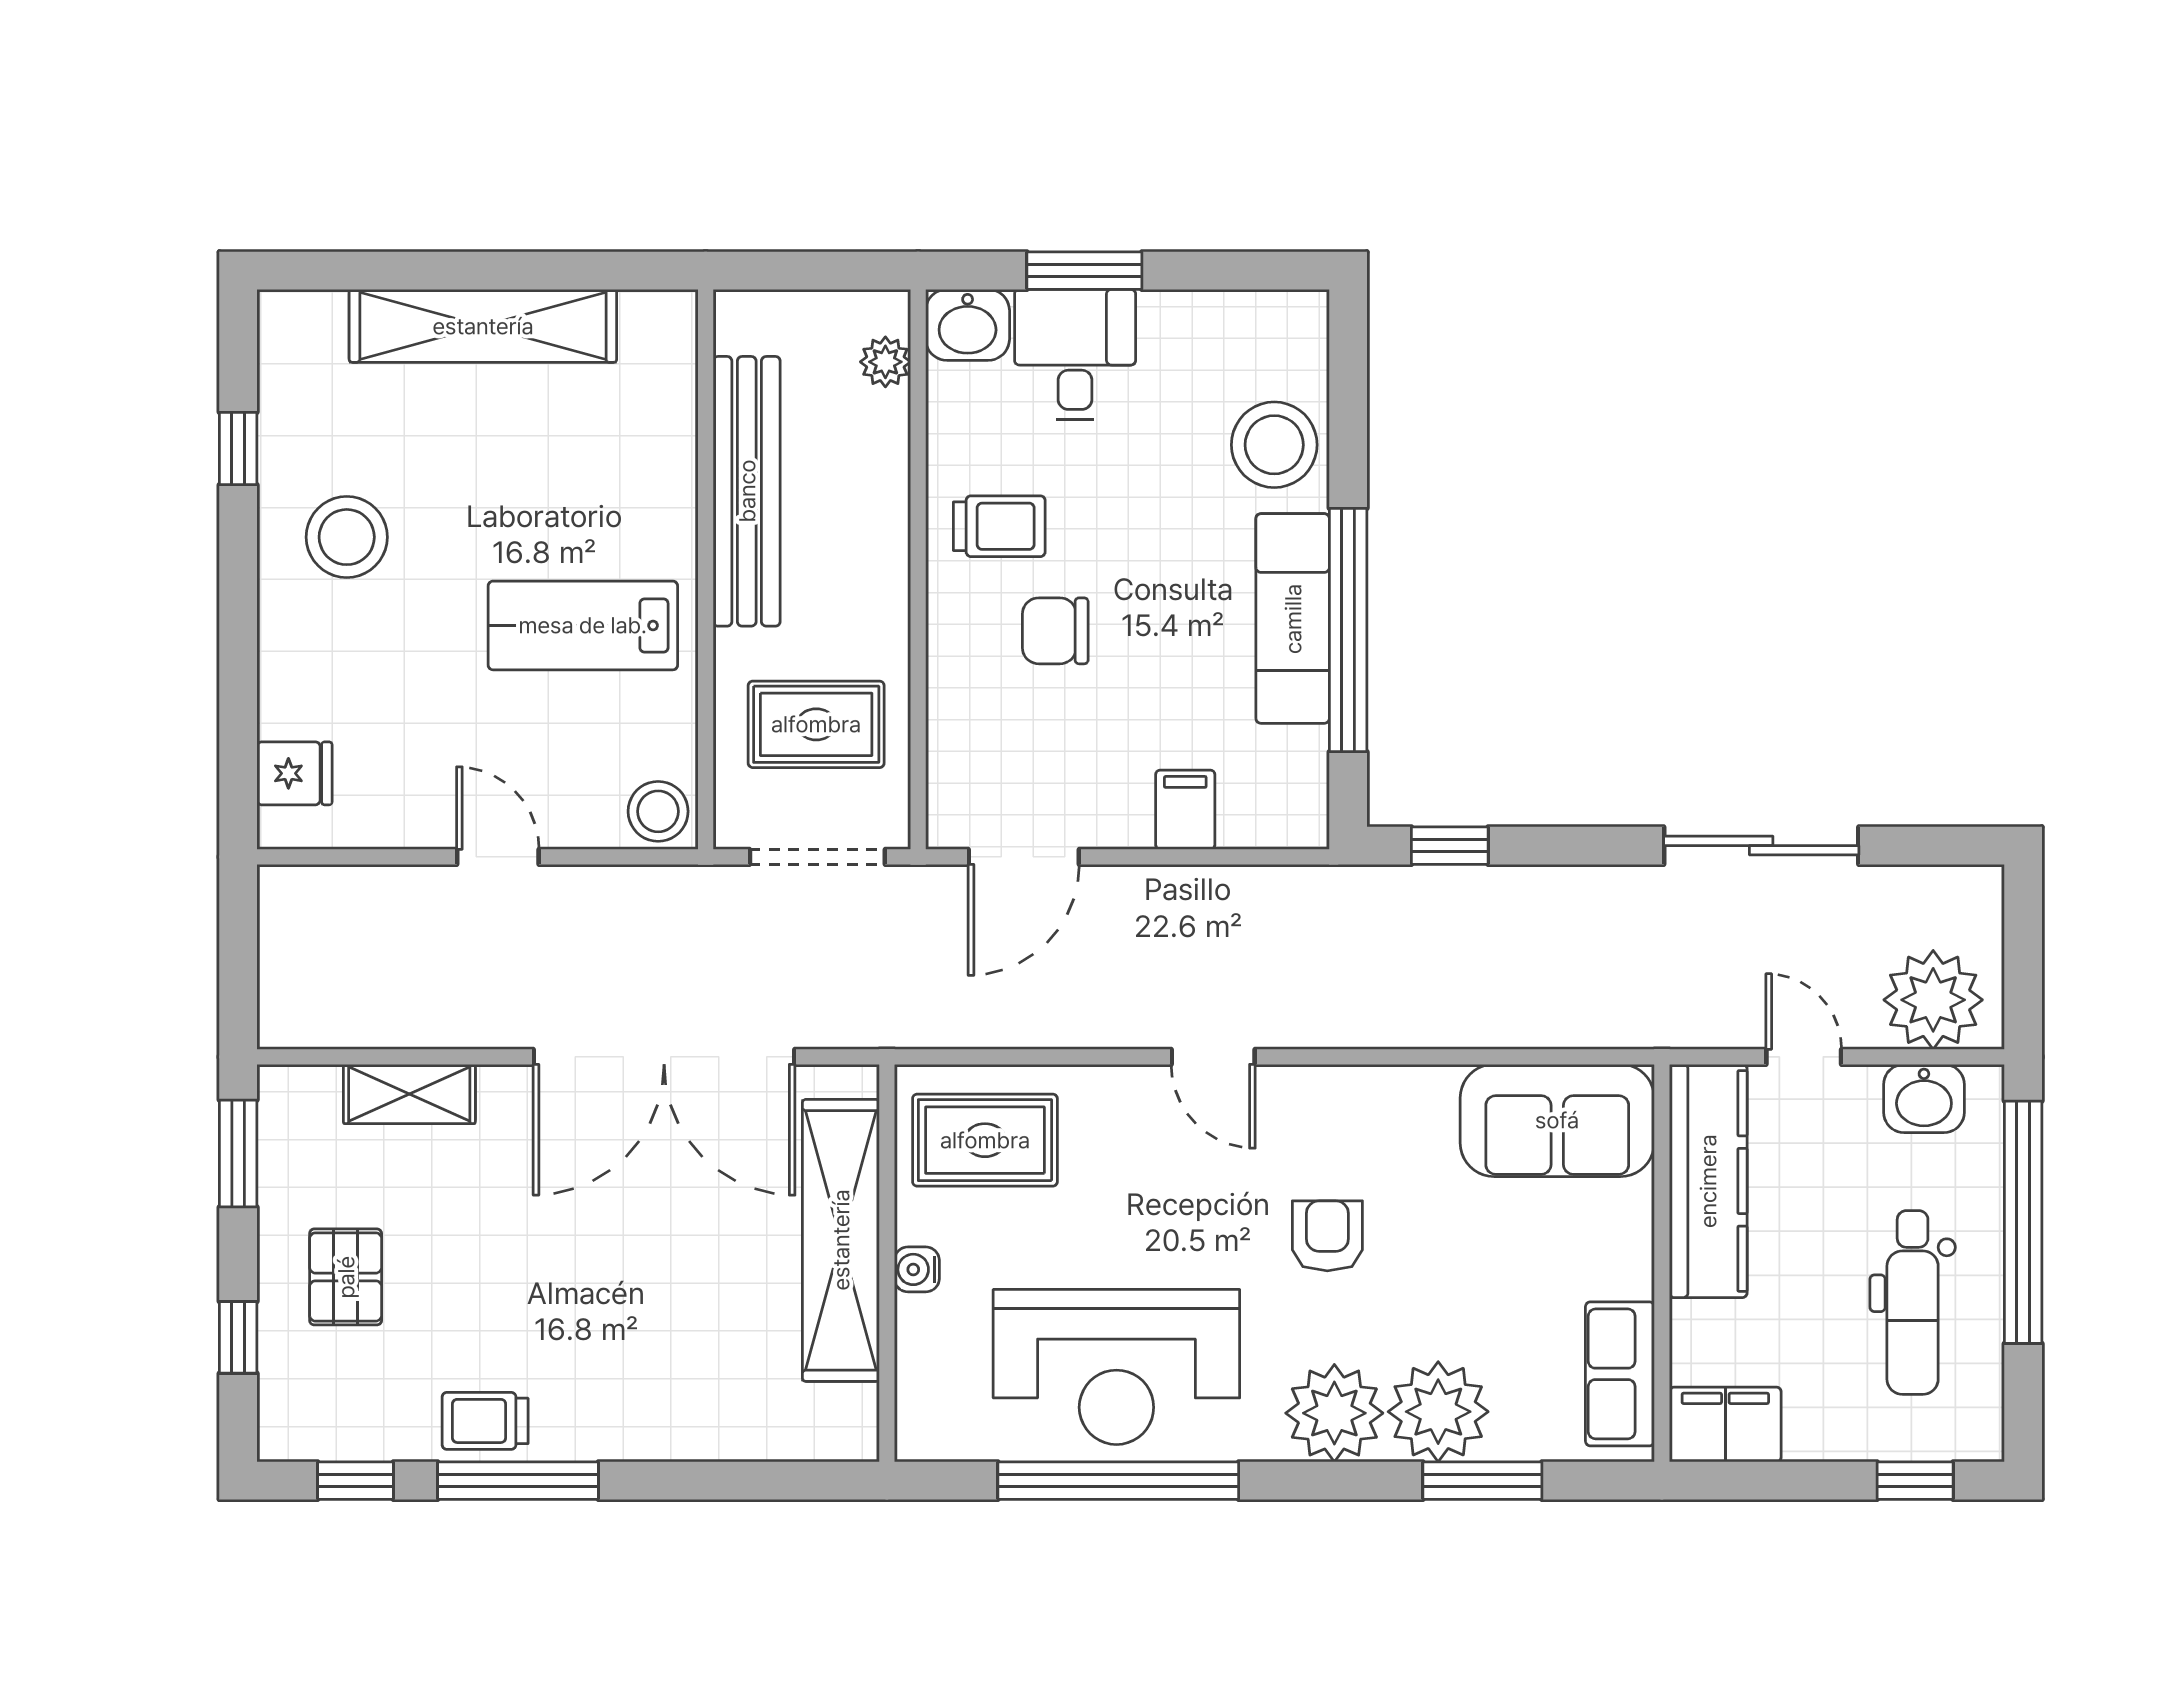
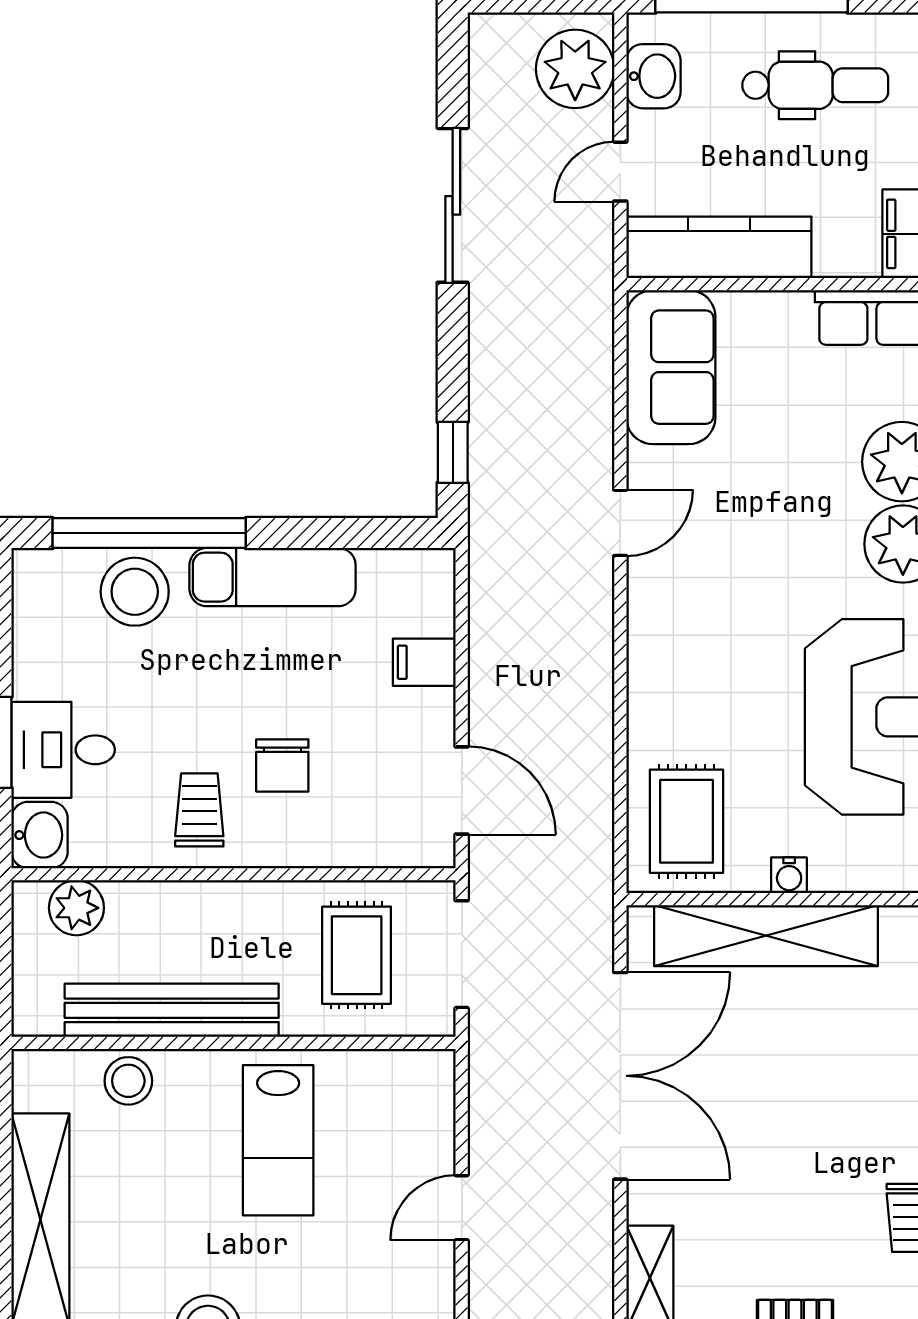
plant: (885, 362) -> (76, 908), width x1.38, depth x1.38
window: (1348, 630) -> (149, 533), moved
stool: (658, 811) -> (128, 1081), moved
door: (1213, 1057) -> (620, 523), moved
armchair: (1327, 1236) -> (762, 550), removed

